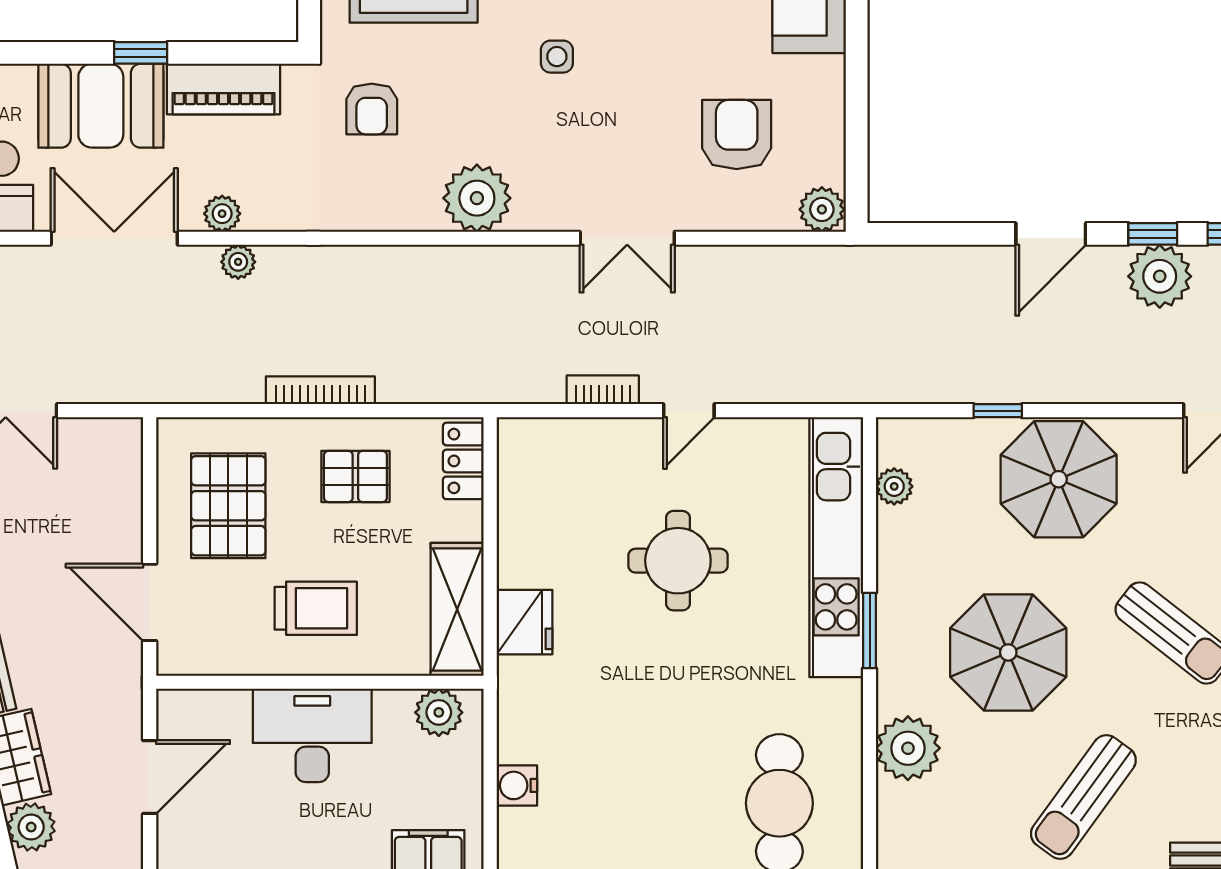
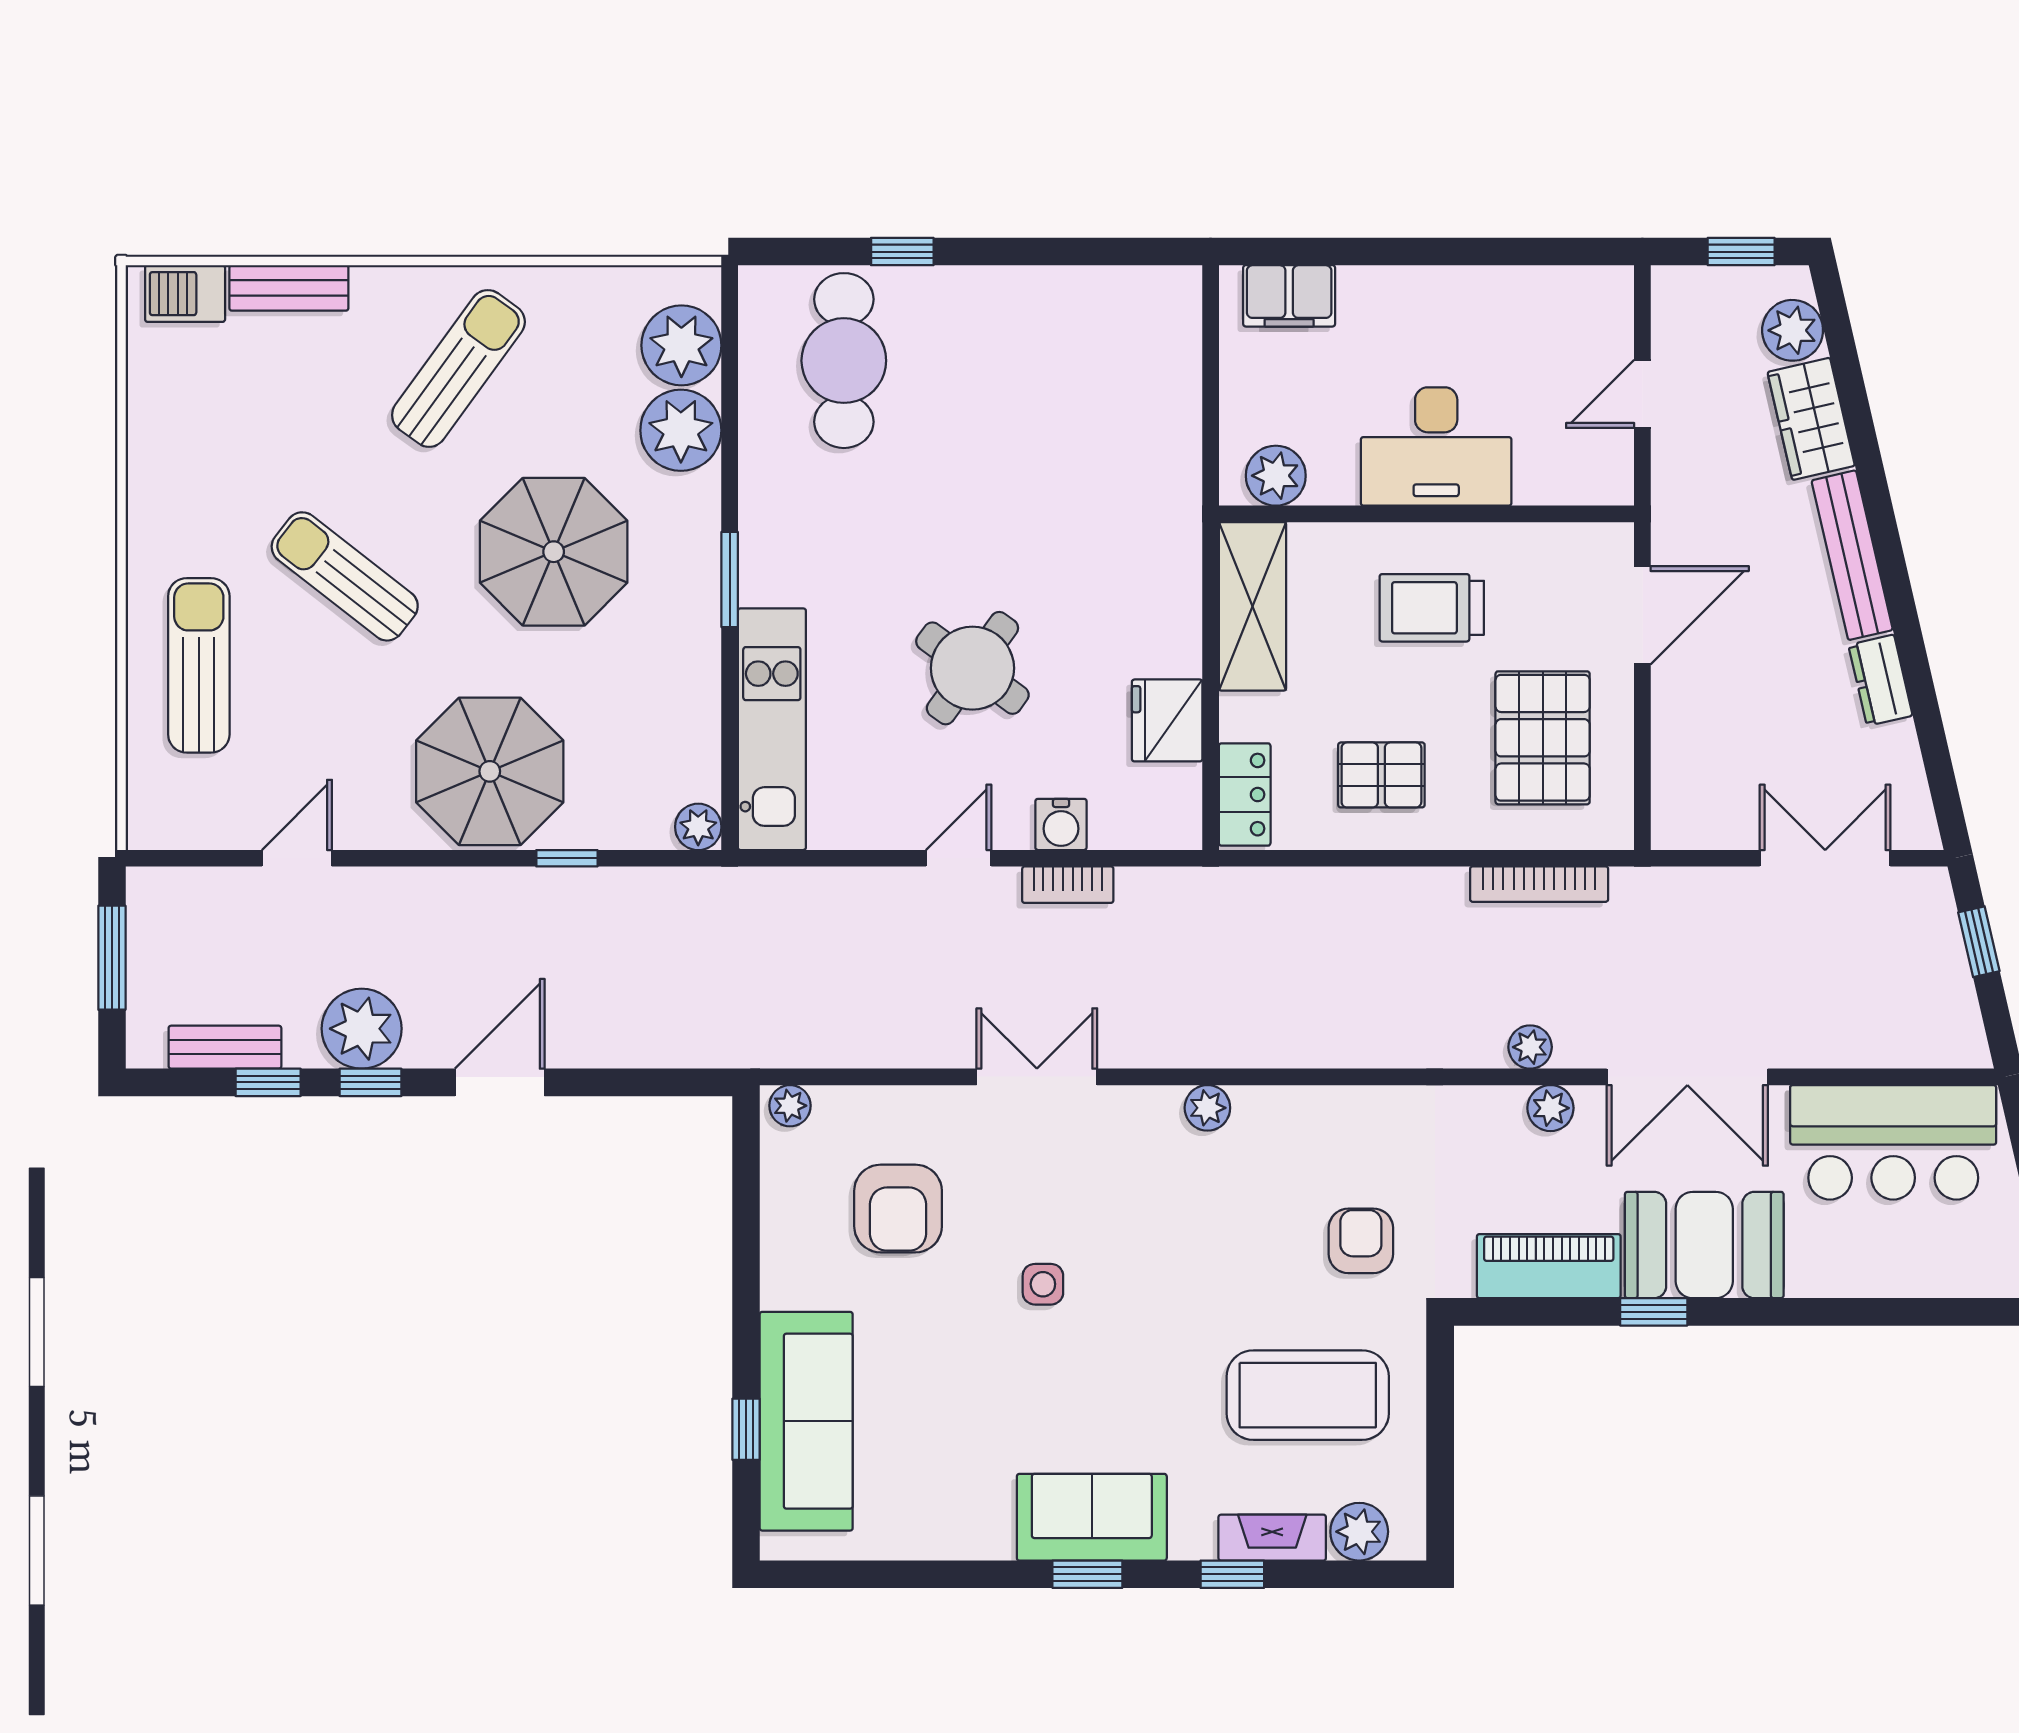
side table: (557, 57) -> (1043, 1284), moved
plant: (477, 198) -> (1207, 1108), width x0.53, depth x0.53
plant: (822, 209) -> (790, 1106), width x0.73, depth x0.73
bookcase: (320, 390) -> (1539, 884), moved
plant: (894, 486) -> (698, 827), moved
kitchen unit: (836, 547) -> (772, 729), width x0.73
round table: (678, 561) -> (972, 668), turned 36
door: (150, 602) -> (1642, 615), hinge flipped
fridge: (524, 622) -> (1167, 720), moved
door: (150, 777) -> (1642, 394), width x0.73
water cooler: (517, 785) -> (1061, 824), moved, turned 90
plant: (907, 815) -> (681, 345), added

